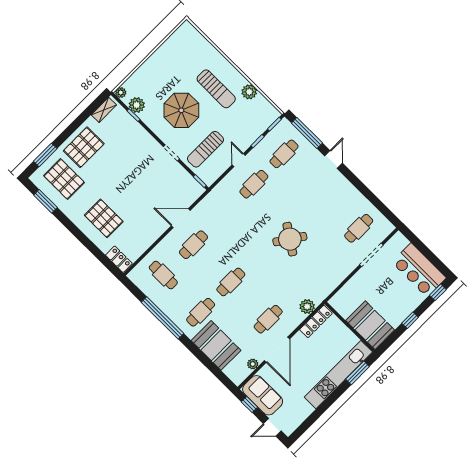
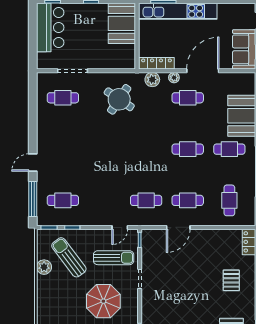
sun lounger: (216, 89) -> (69, 257), moved, turned -37
door: (239, 160) -> (120, 227), moved
cafe table: (254, 184) -> (146, 200), moved
pallet: (104, 218) -> (231, 280), width x0.67, depth x0.71
door: (181, 218) -> (178, 227), hinge flipped
round table: (290, 239) -> (119, 99), moved
plant: (253, 364) -> (174, 78), moved

